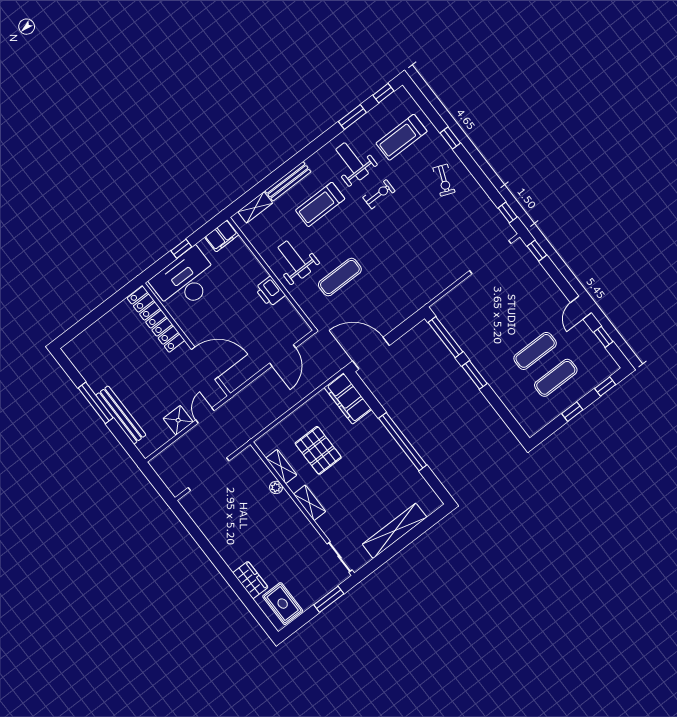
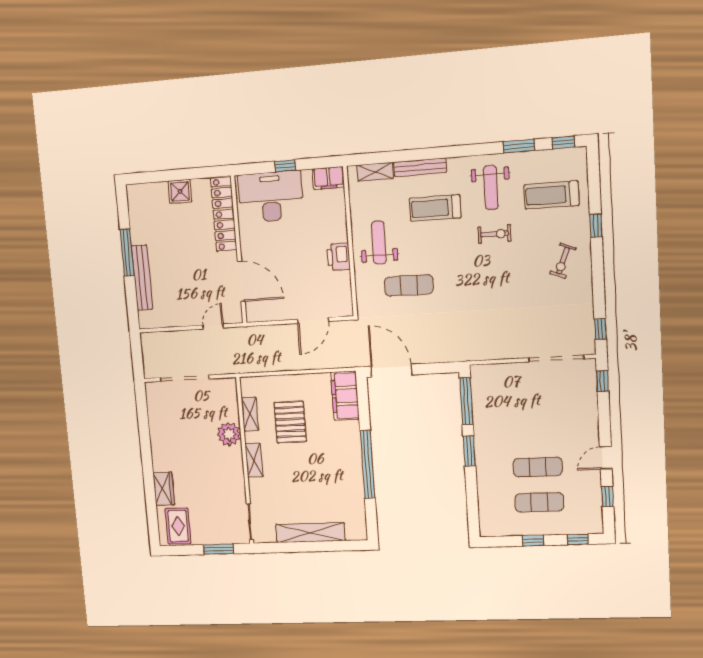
weight bench: (352, 161) -> (491, 188), turned 180
shower: (178, 420) -> (180, 191), moved
plant: (276, 487) -> (229, 434), width x1.88, depth x1.88

